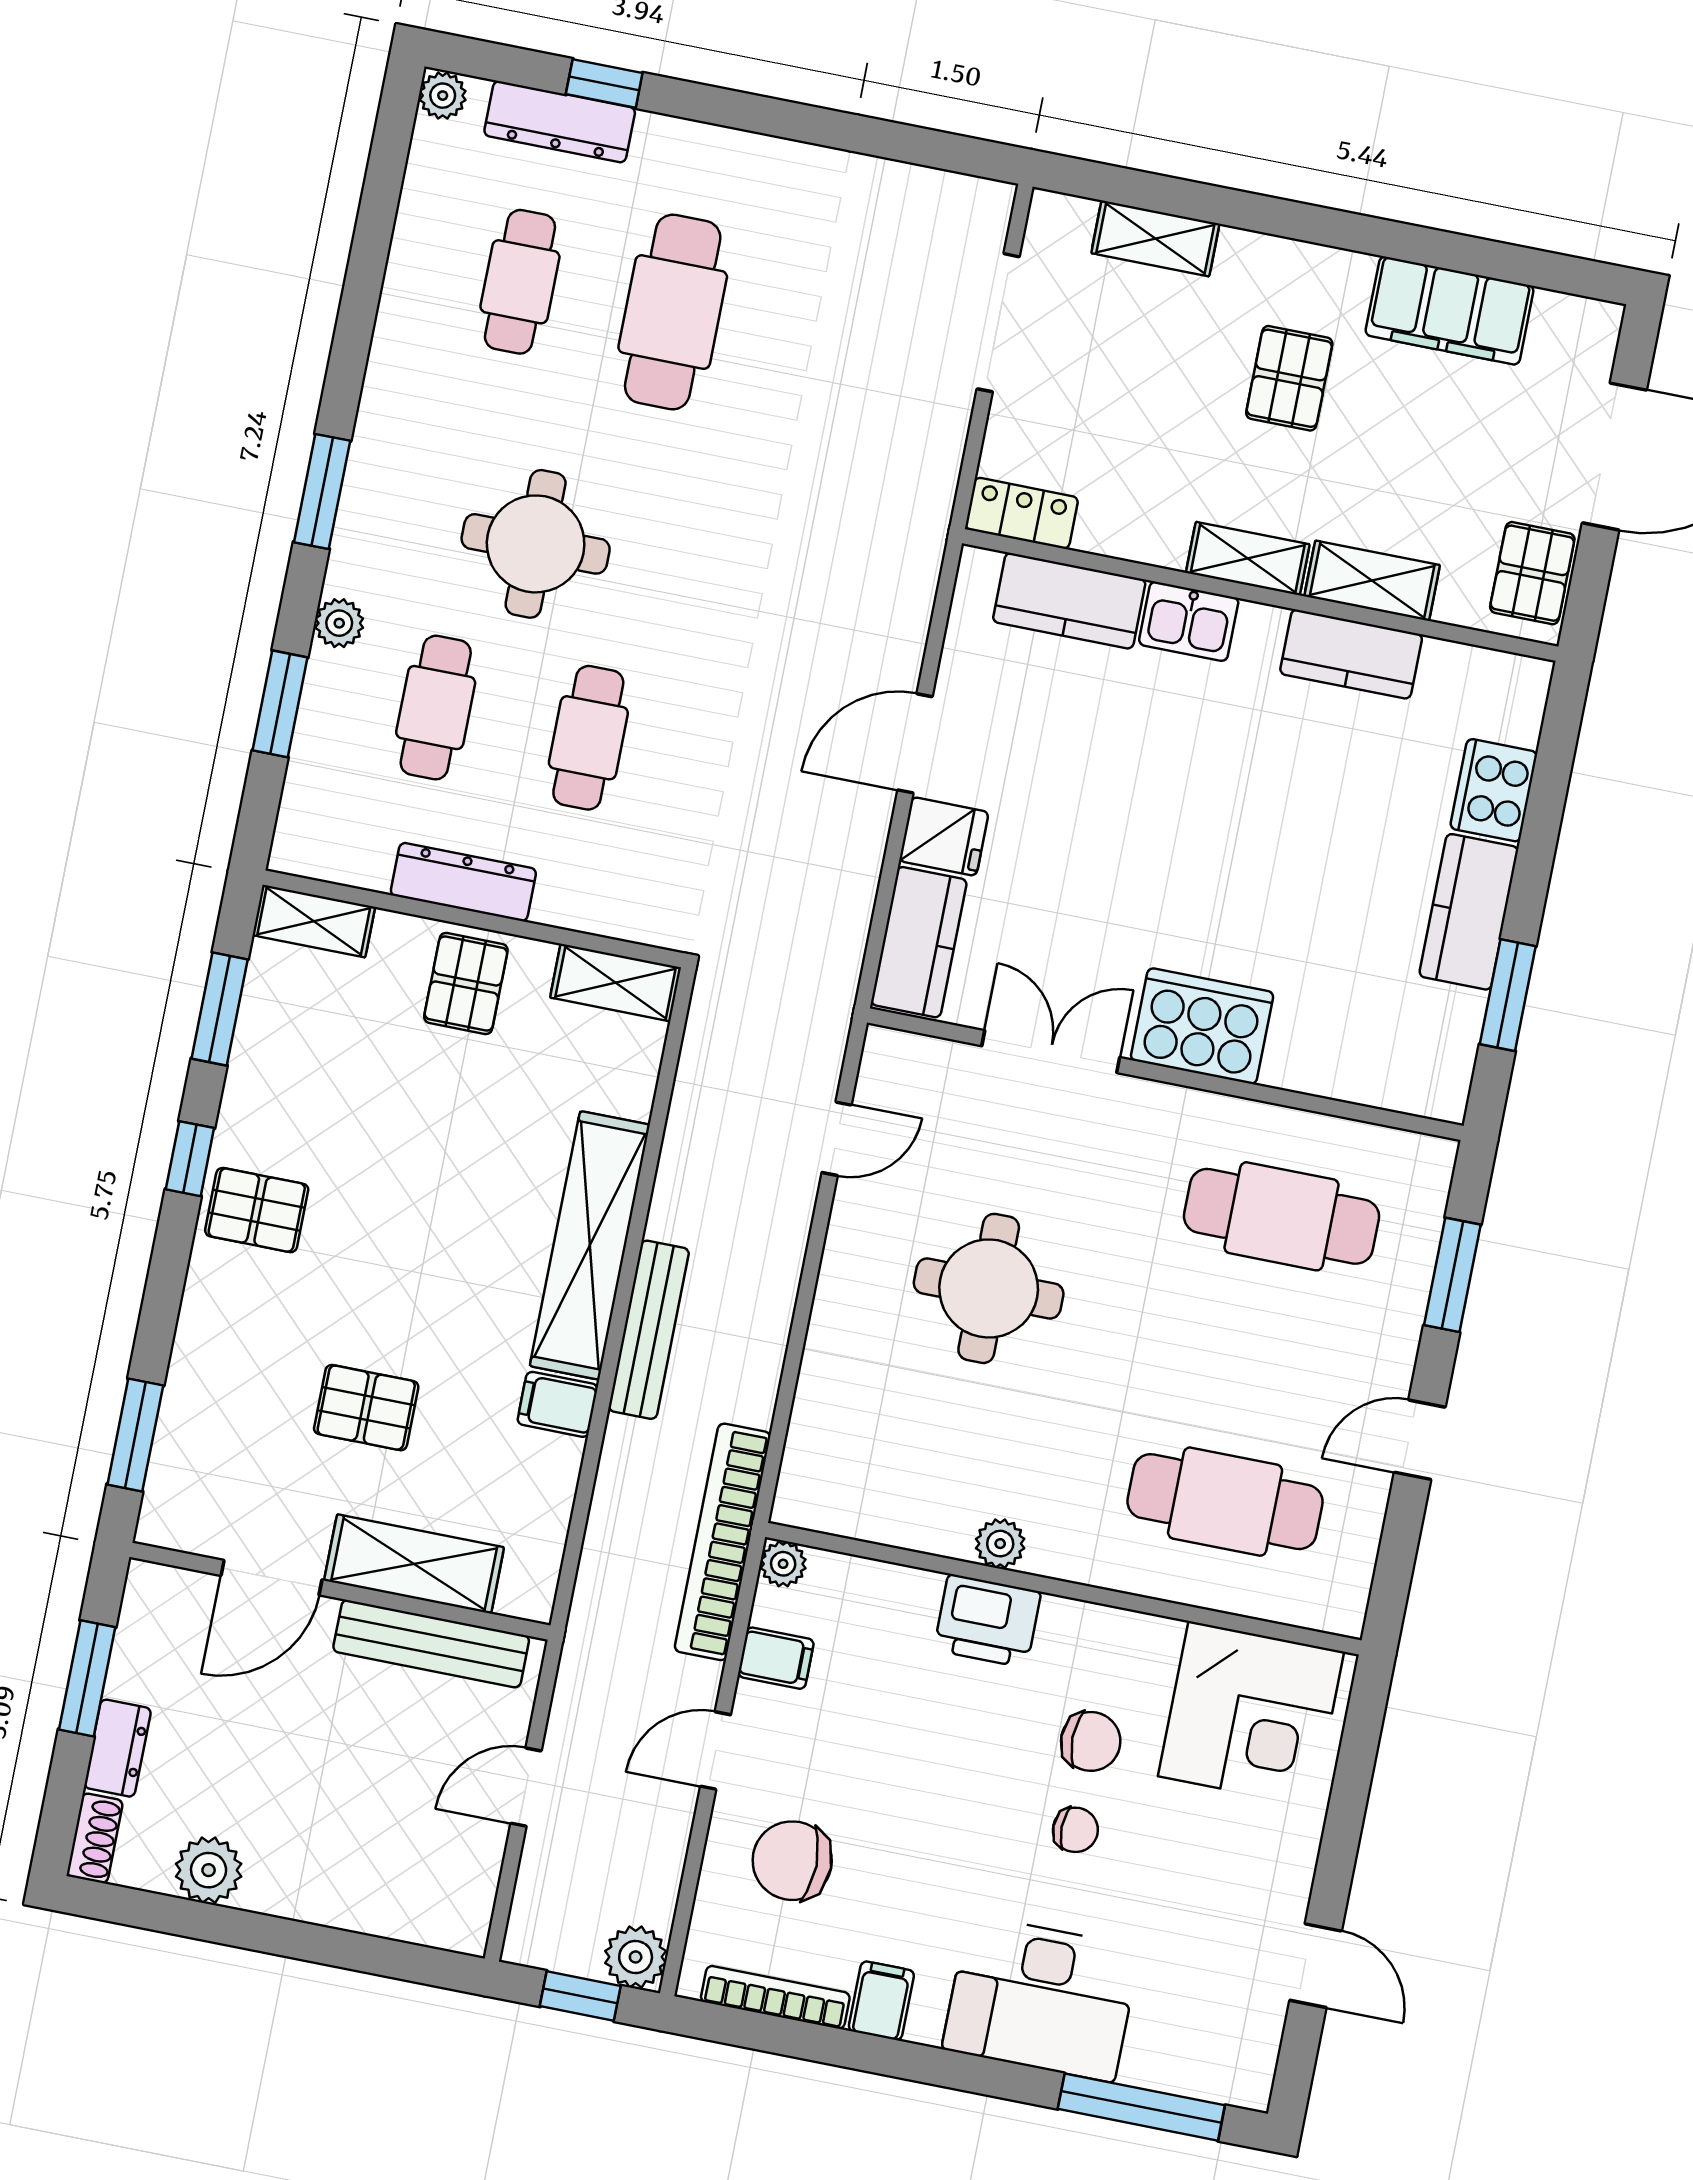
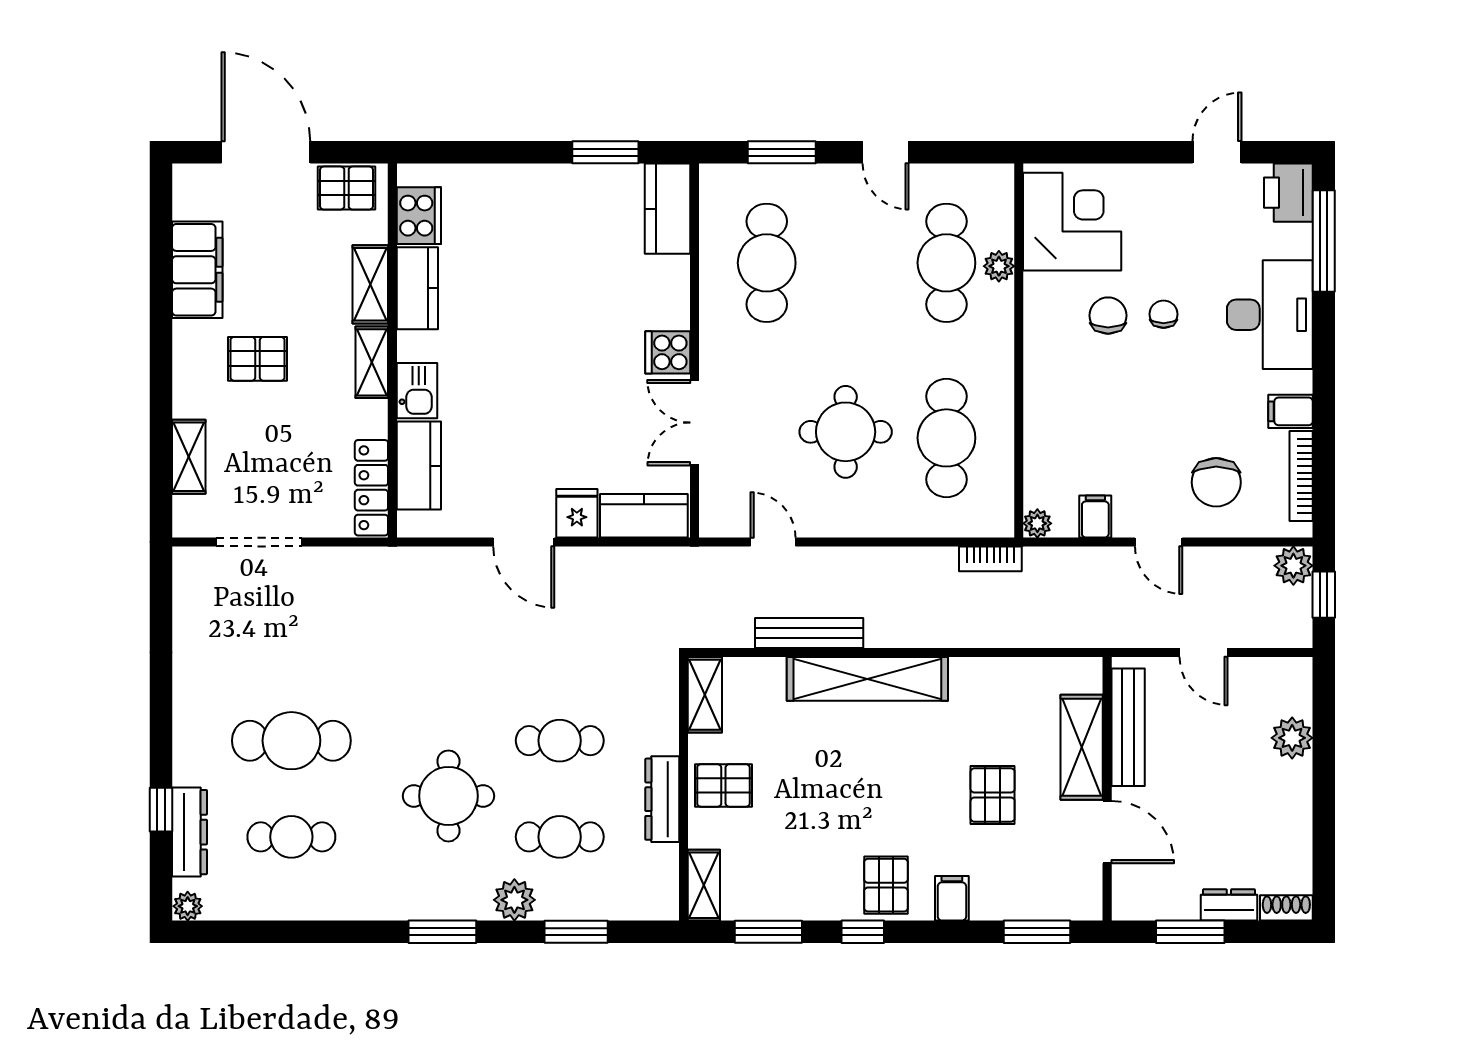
locker: (1022, 513) -> (371, 488), width x1.53
plant: (339, 623) -> (514, 900), width x1.38, depth x1.38
cooker: (1494, 790) -> (419, 216), moved, turned -90
kitchen counter: (1469, 912) -> (667, 209), moved, turned 90
cooker: (1202, 1026) -> (668, 352), width x0.53, depth x0.76
bench: (649, 1330) -> (809, 633), moved
filing cabinet: (558, 1404) -> (952, 898), moved, turned 180
cafe table: (947, 1447) -> (946, 438), added
bookcase: (723, 1542) -> (990, 559), width x0.43, depth x0.76
plant: (1000, 1544) -> (999, 266), moved
printer: (987, 1621) -> (1288, 193), moved, turned 180
plant: (209, 1870) -> (1292, 738), moved

